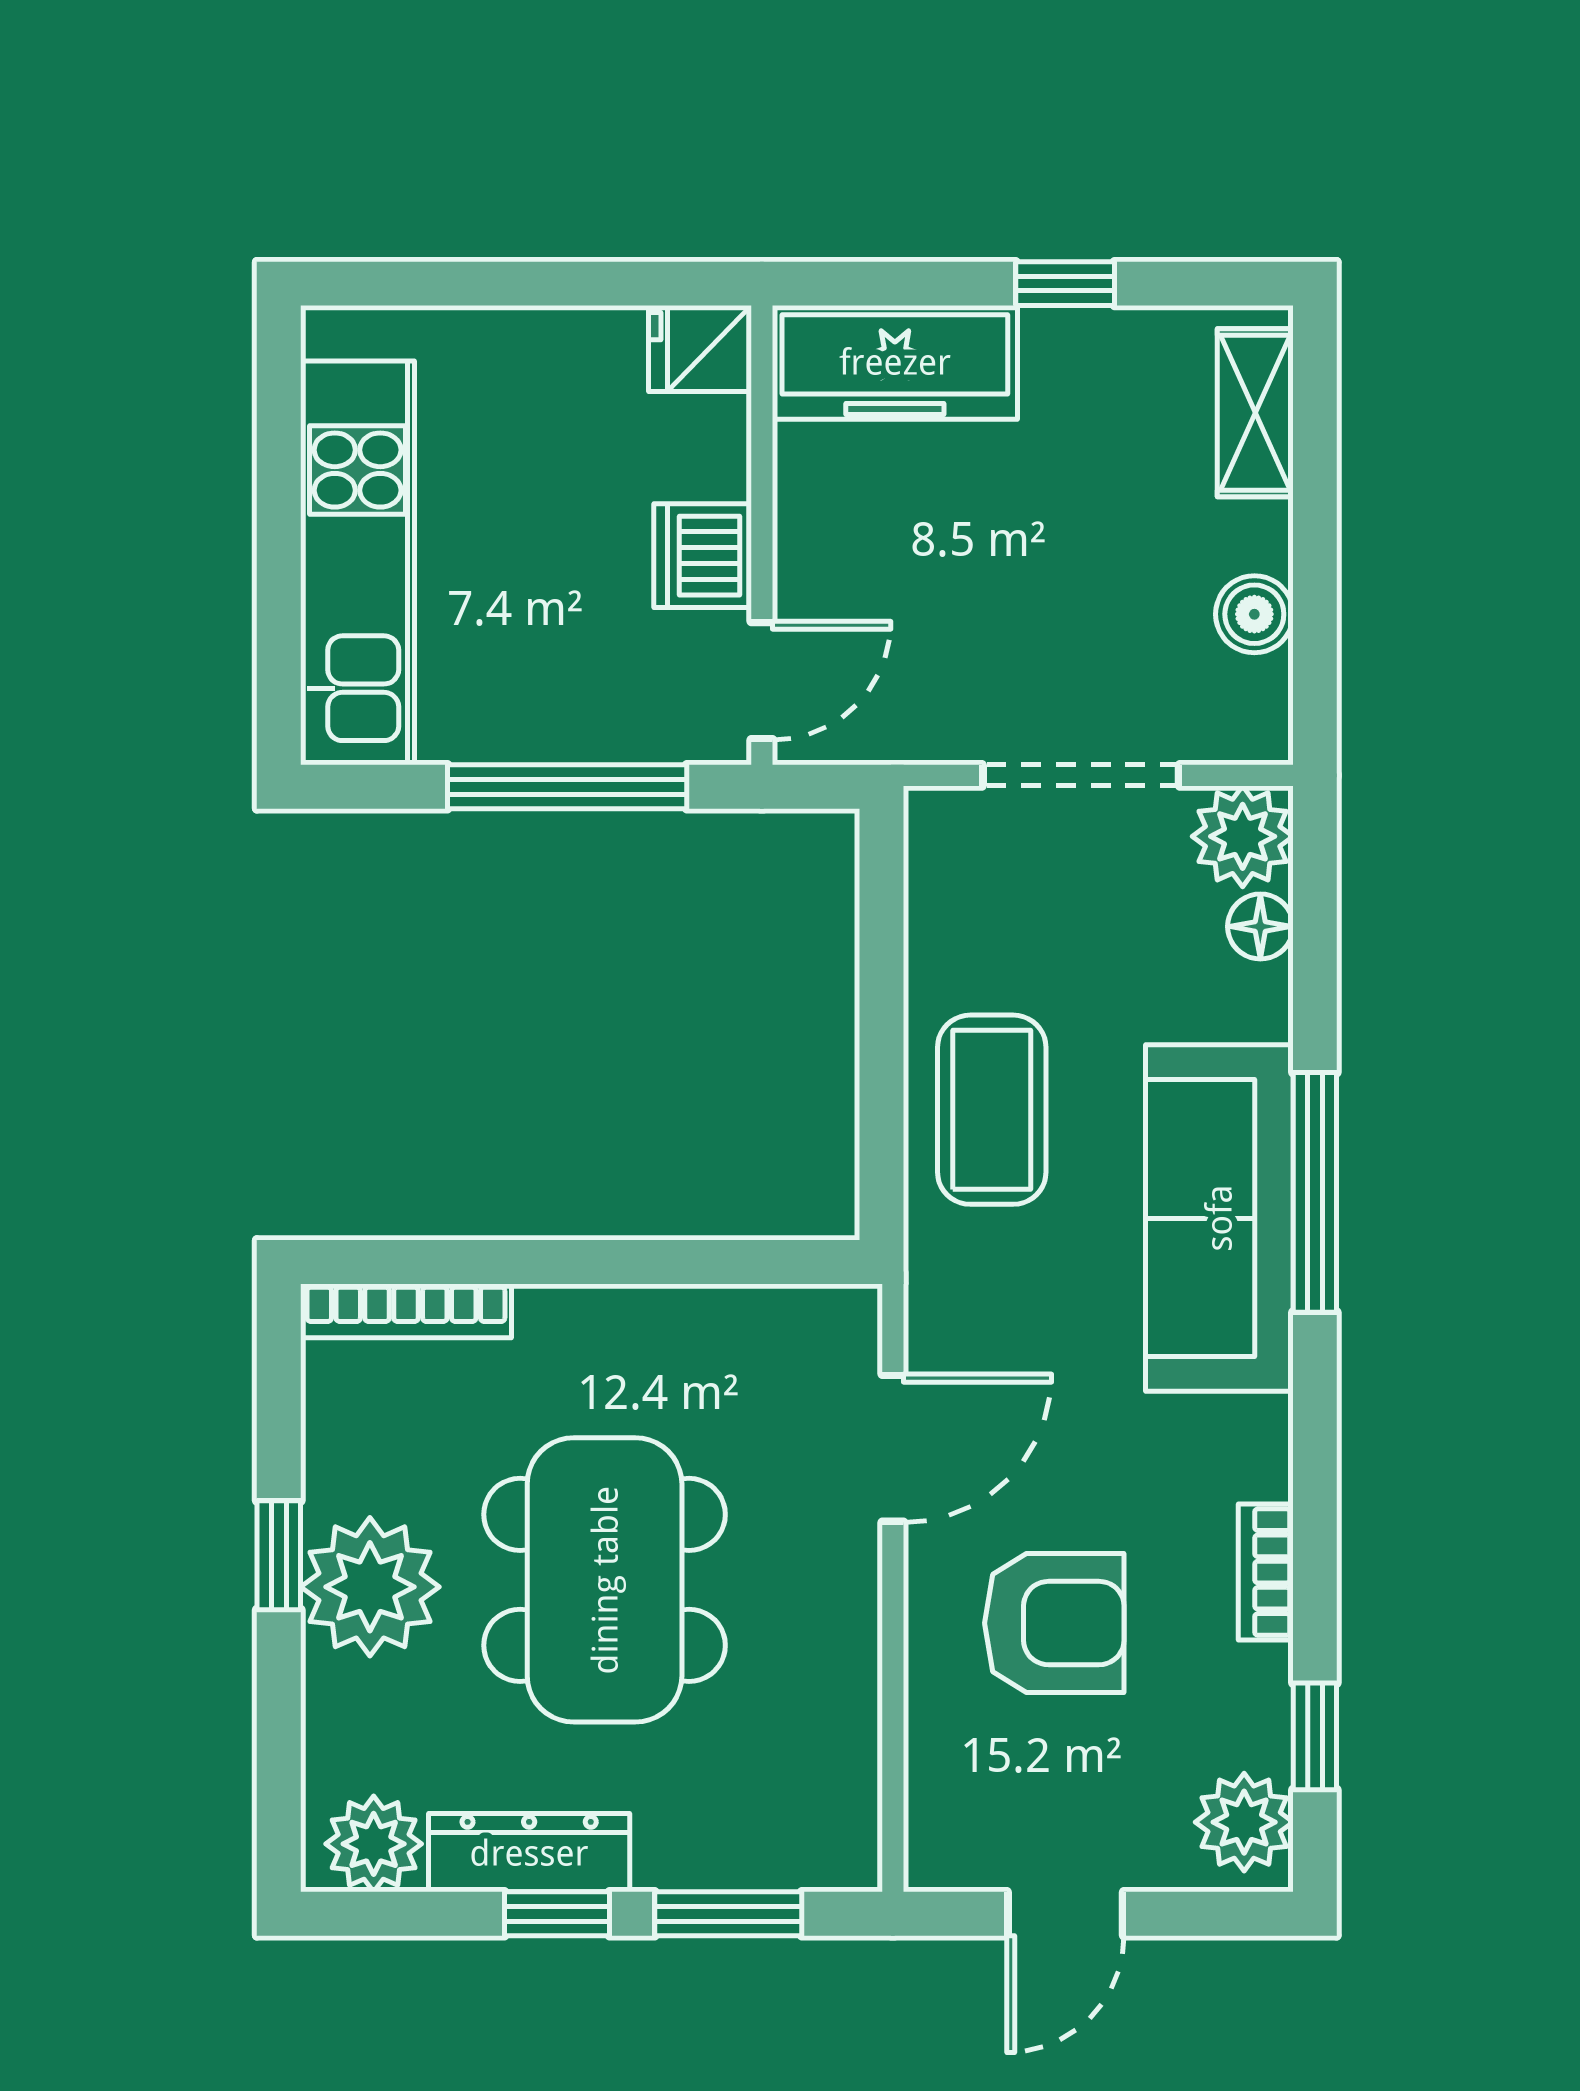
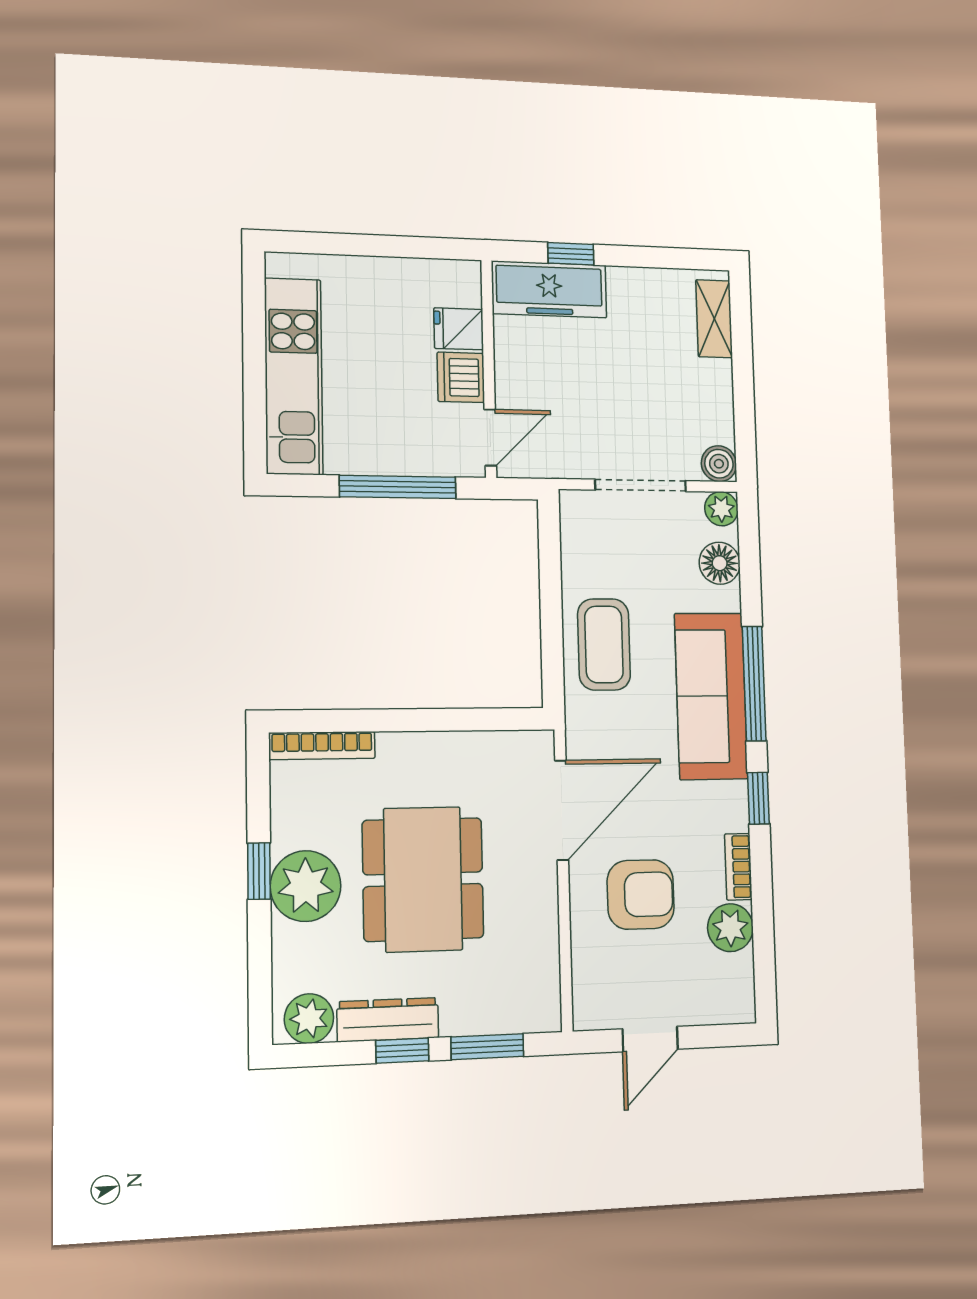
window: (1065, 284) -> (571, 254), moved
fridge: (700, 349) -> (459, 329), moved
boiler: (1254, 614) -> (719, 464), moved
plant: (1243, 836) -> (721, 509), width x0.73, depth x0.73
floor lamp: (1260, 926) -> (720, 563), width x1.37, depth x1.37
door: (893, 1448) -> (562, 810), width x1.36
window: (1315, 1736) -> (758, 798), moved
plant: (1244, 1822) -> (730, 928), moved

